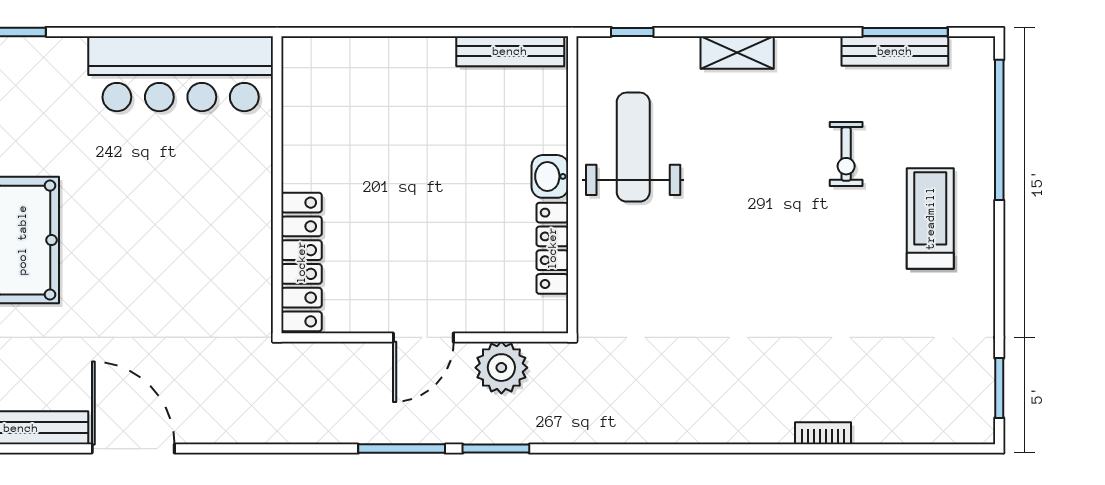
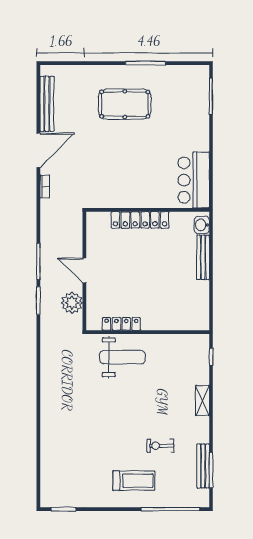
bench: (510, 51) -> (203, 257), moved
bar counter: (181, 74) -> (194, 180), width x0.73
weight bench: (633, 147) -> (122, 357), moved
washbasin: (550, 176) -> (202, 225), moved, turned -90
locker: (301, 262) -> (140, 220), moved
bookcase: (823, 433) -> (45, 186), moved

